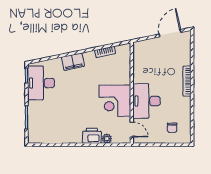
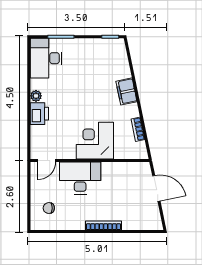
door: (170, 33) -> (156, 188), moved
desk: (41, 83) -> (46, 58), moved, turned -90
corner desk: (115, 101) -> (95, 141), moved
plant: (107, 139) -> (36, 96), moved

